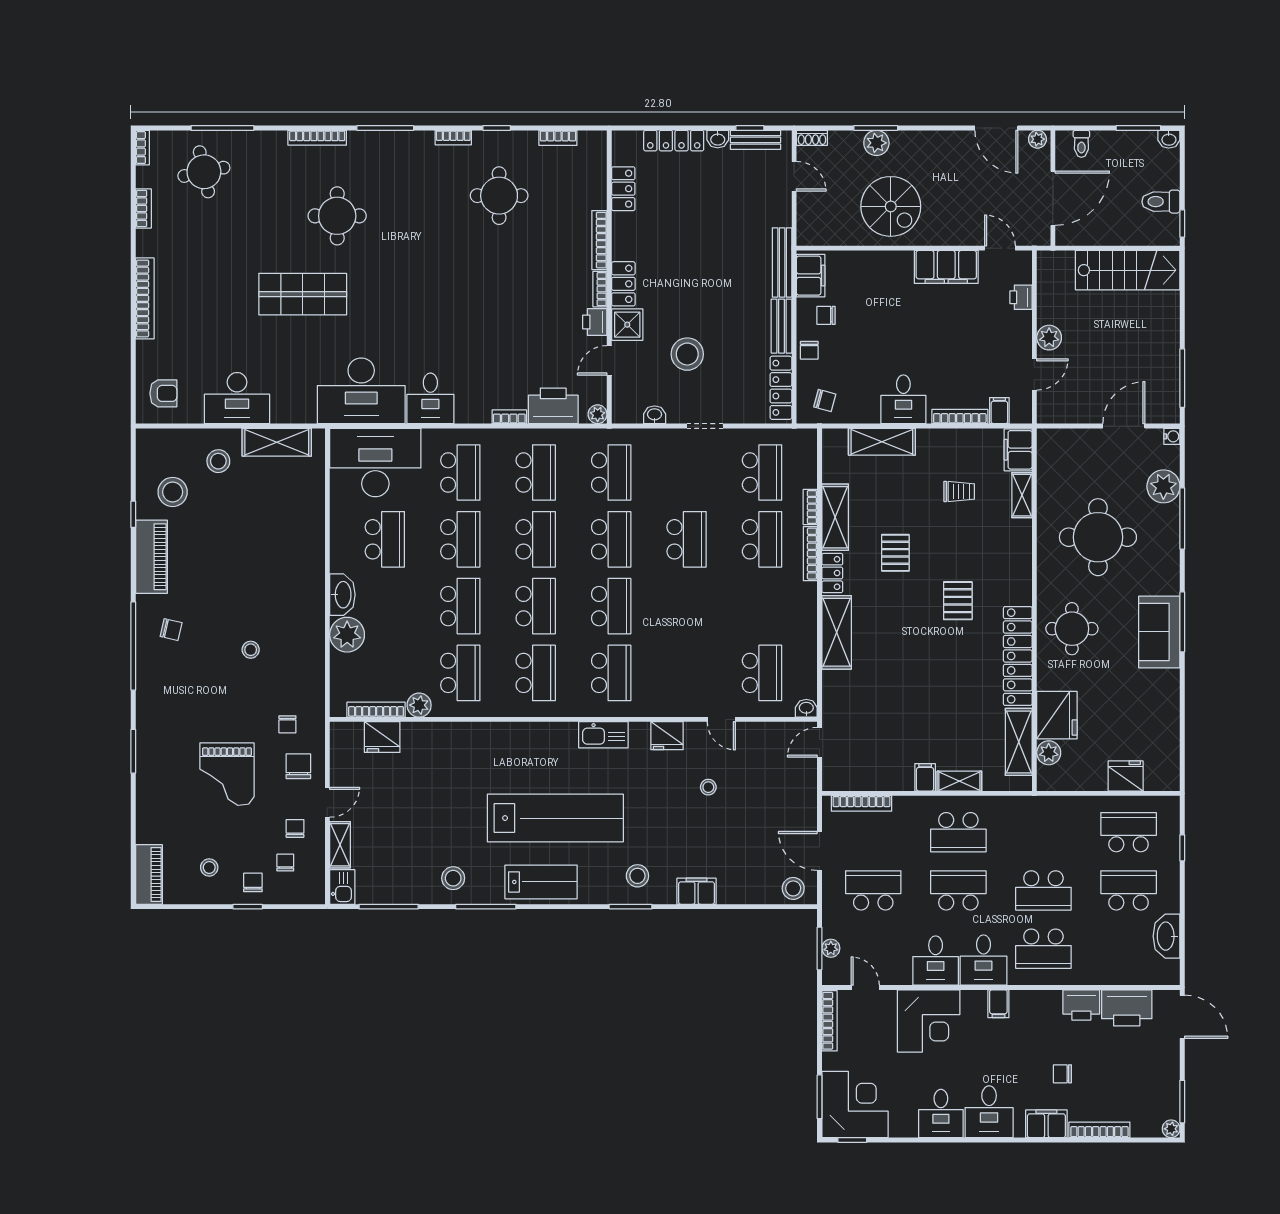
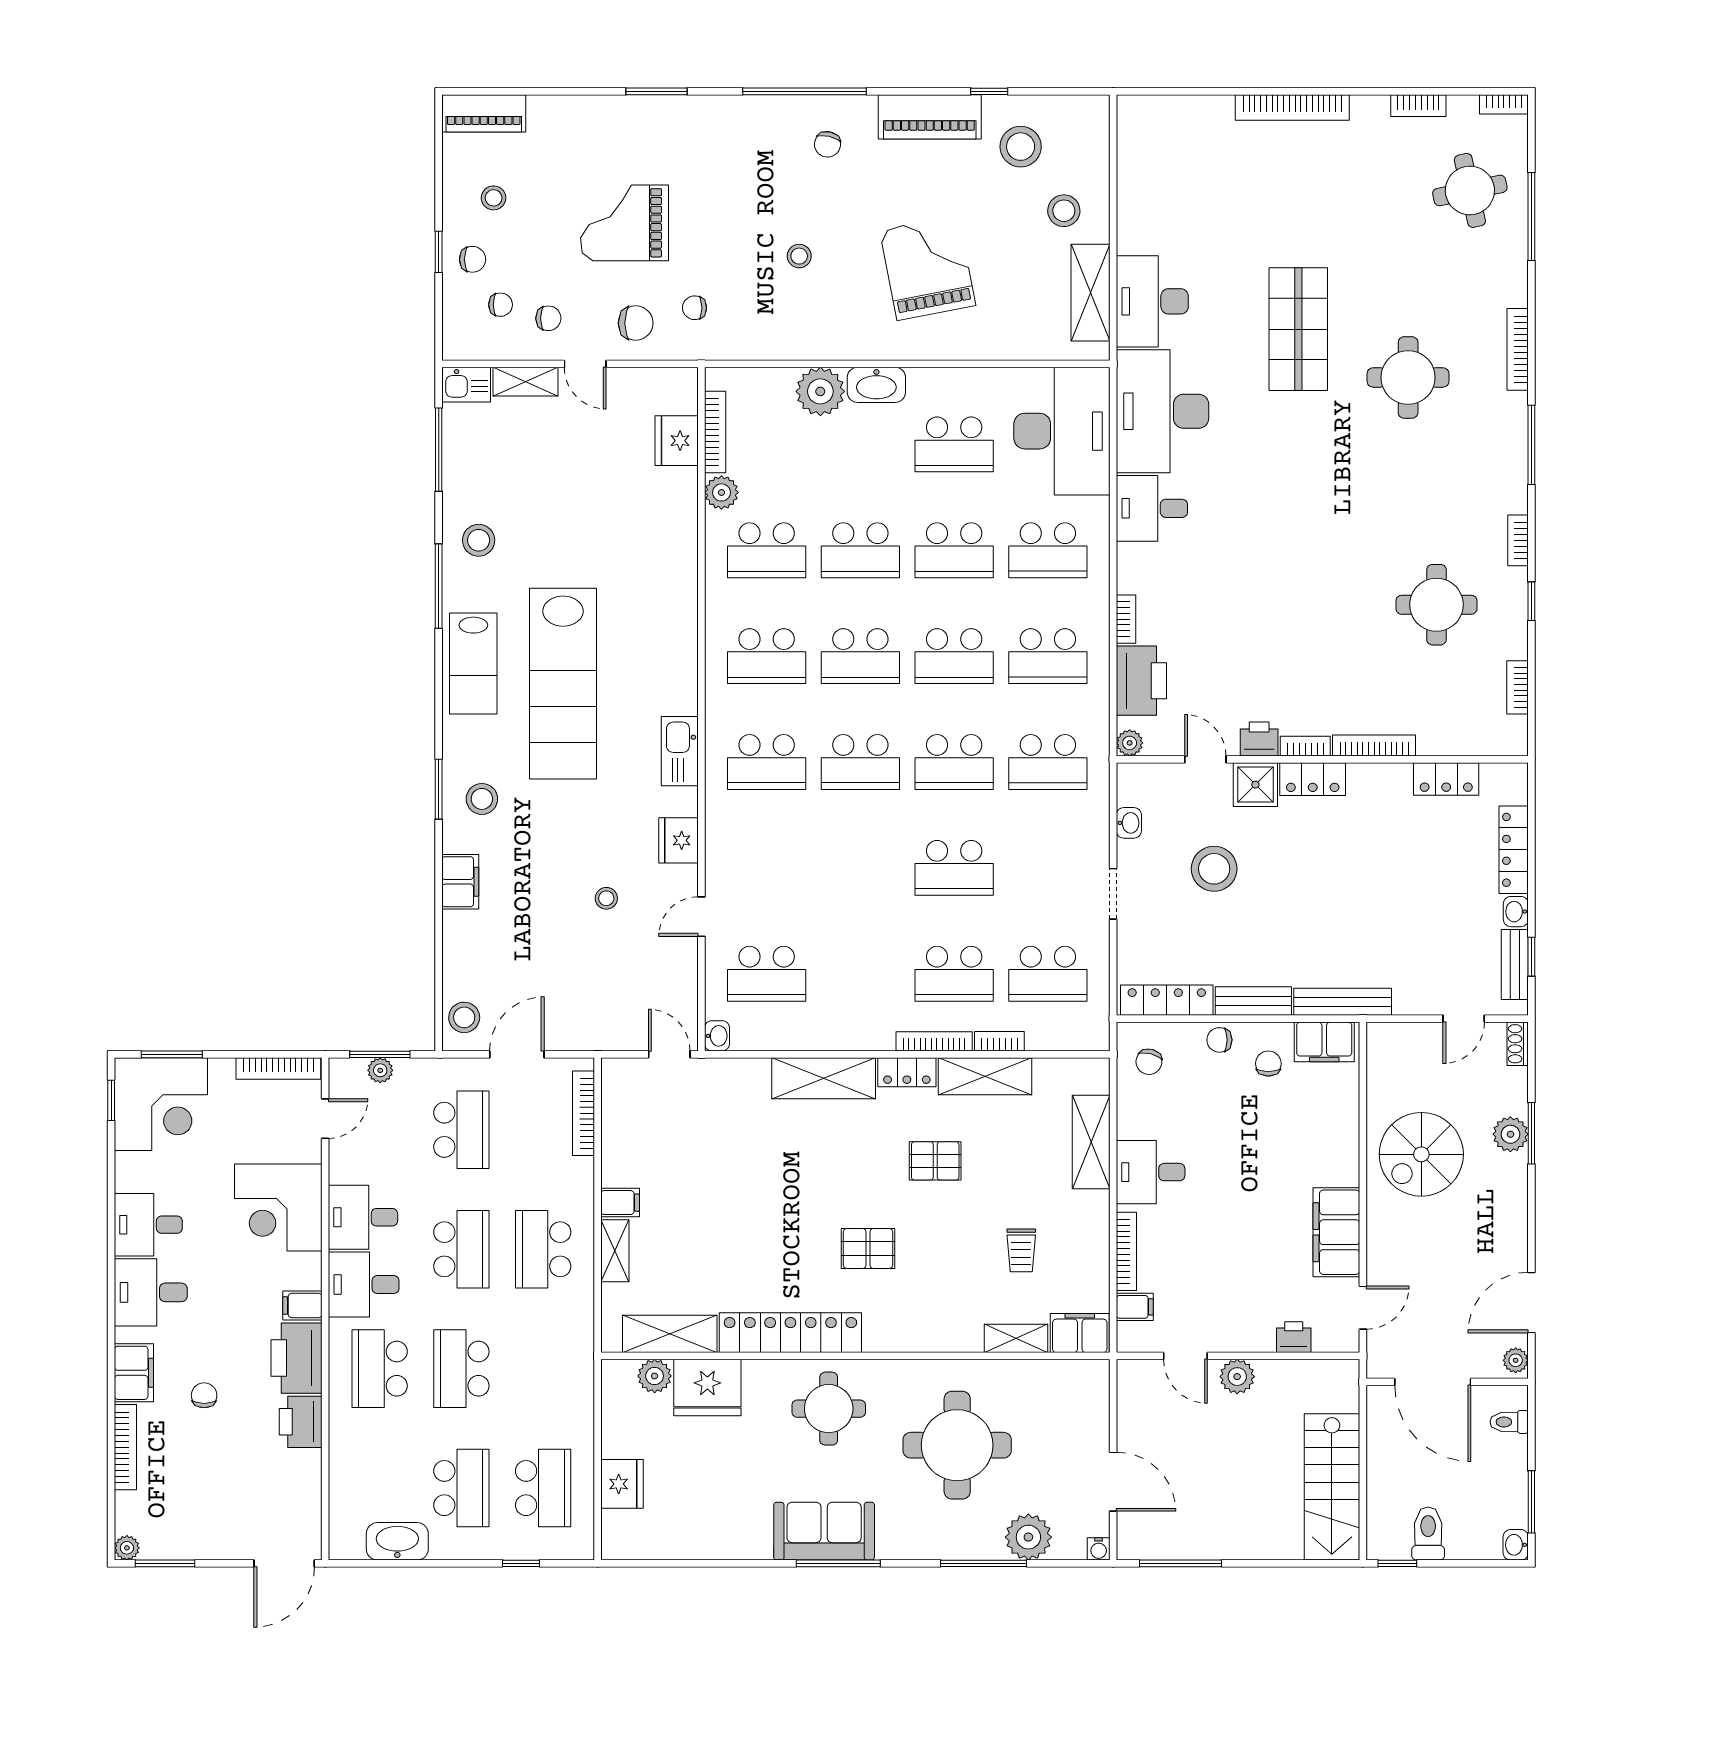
armchair: (163, 393) -> (1159, 134), removed
desk: (237, 398) -> (1152, 301), moved
grand piano: (259, 558) -> (928, 268), added
printer: (1127, 1008) -> (297, 1358), moved

